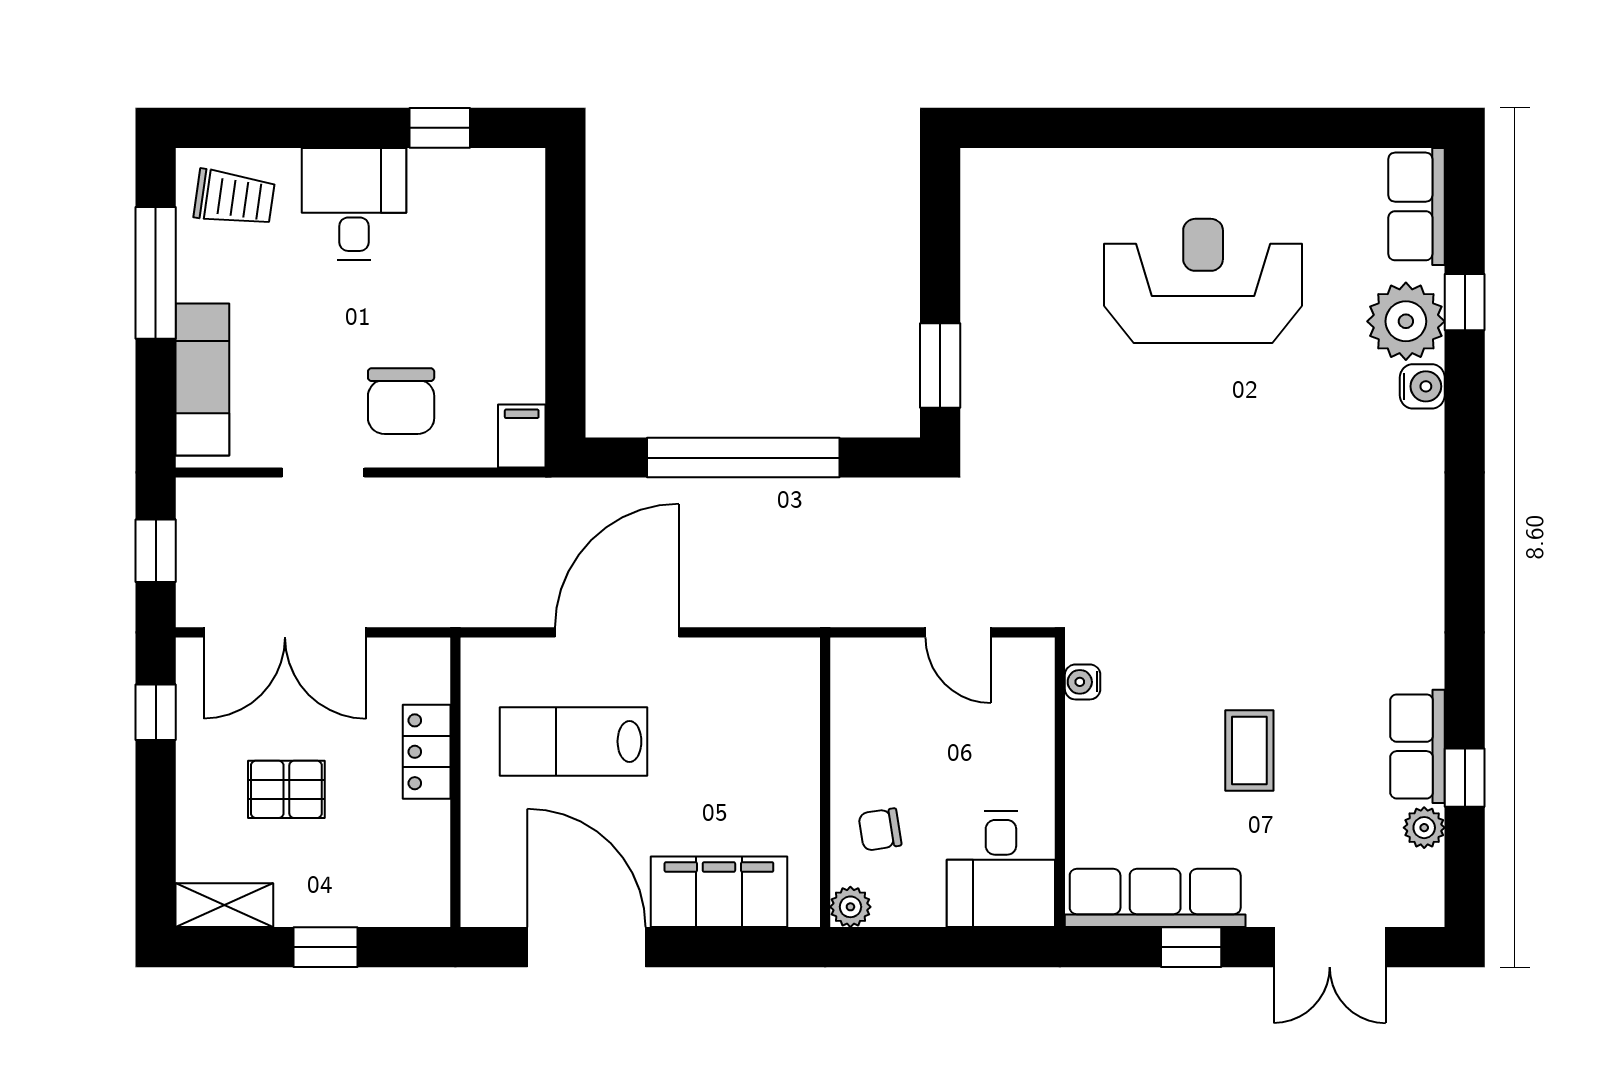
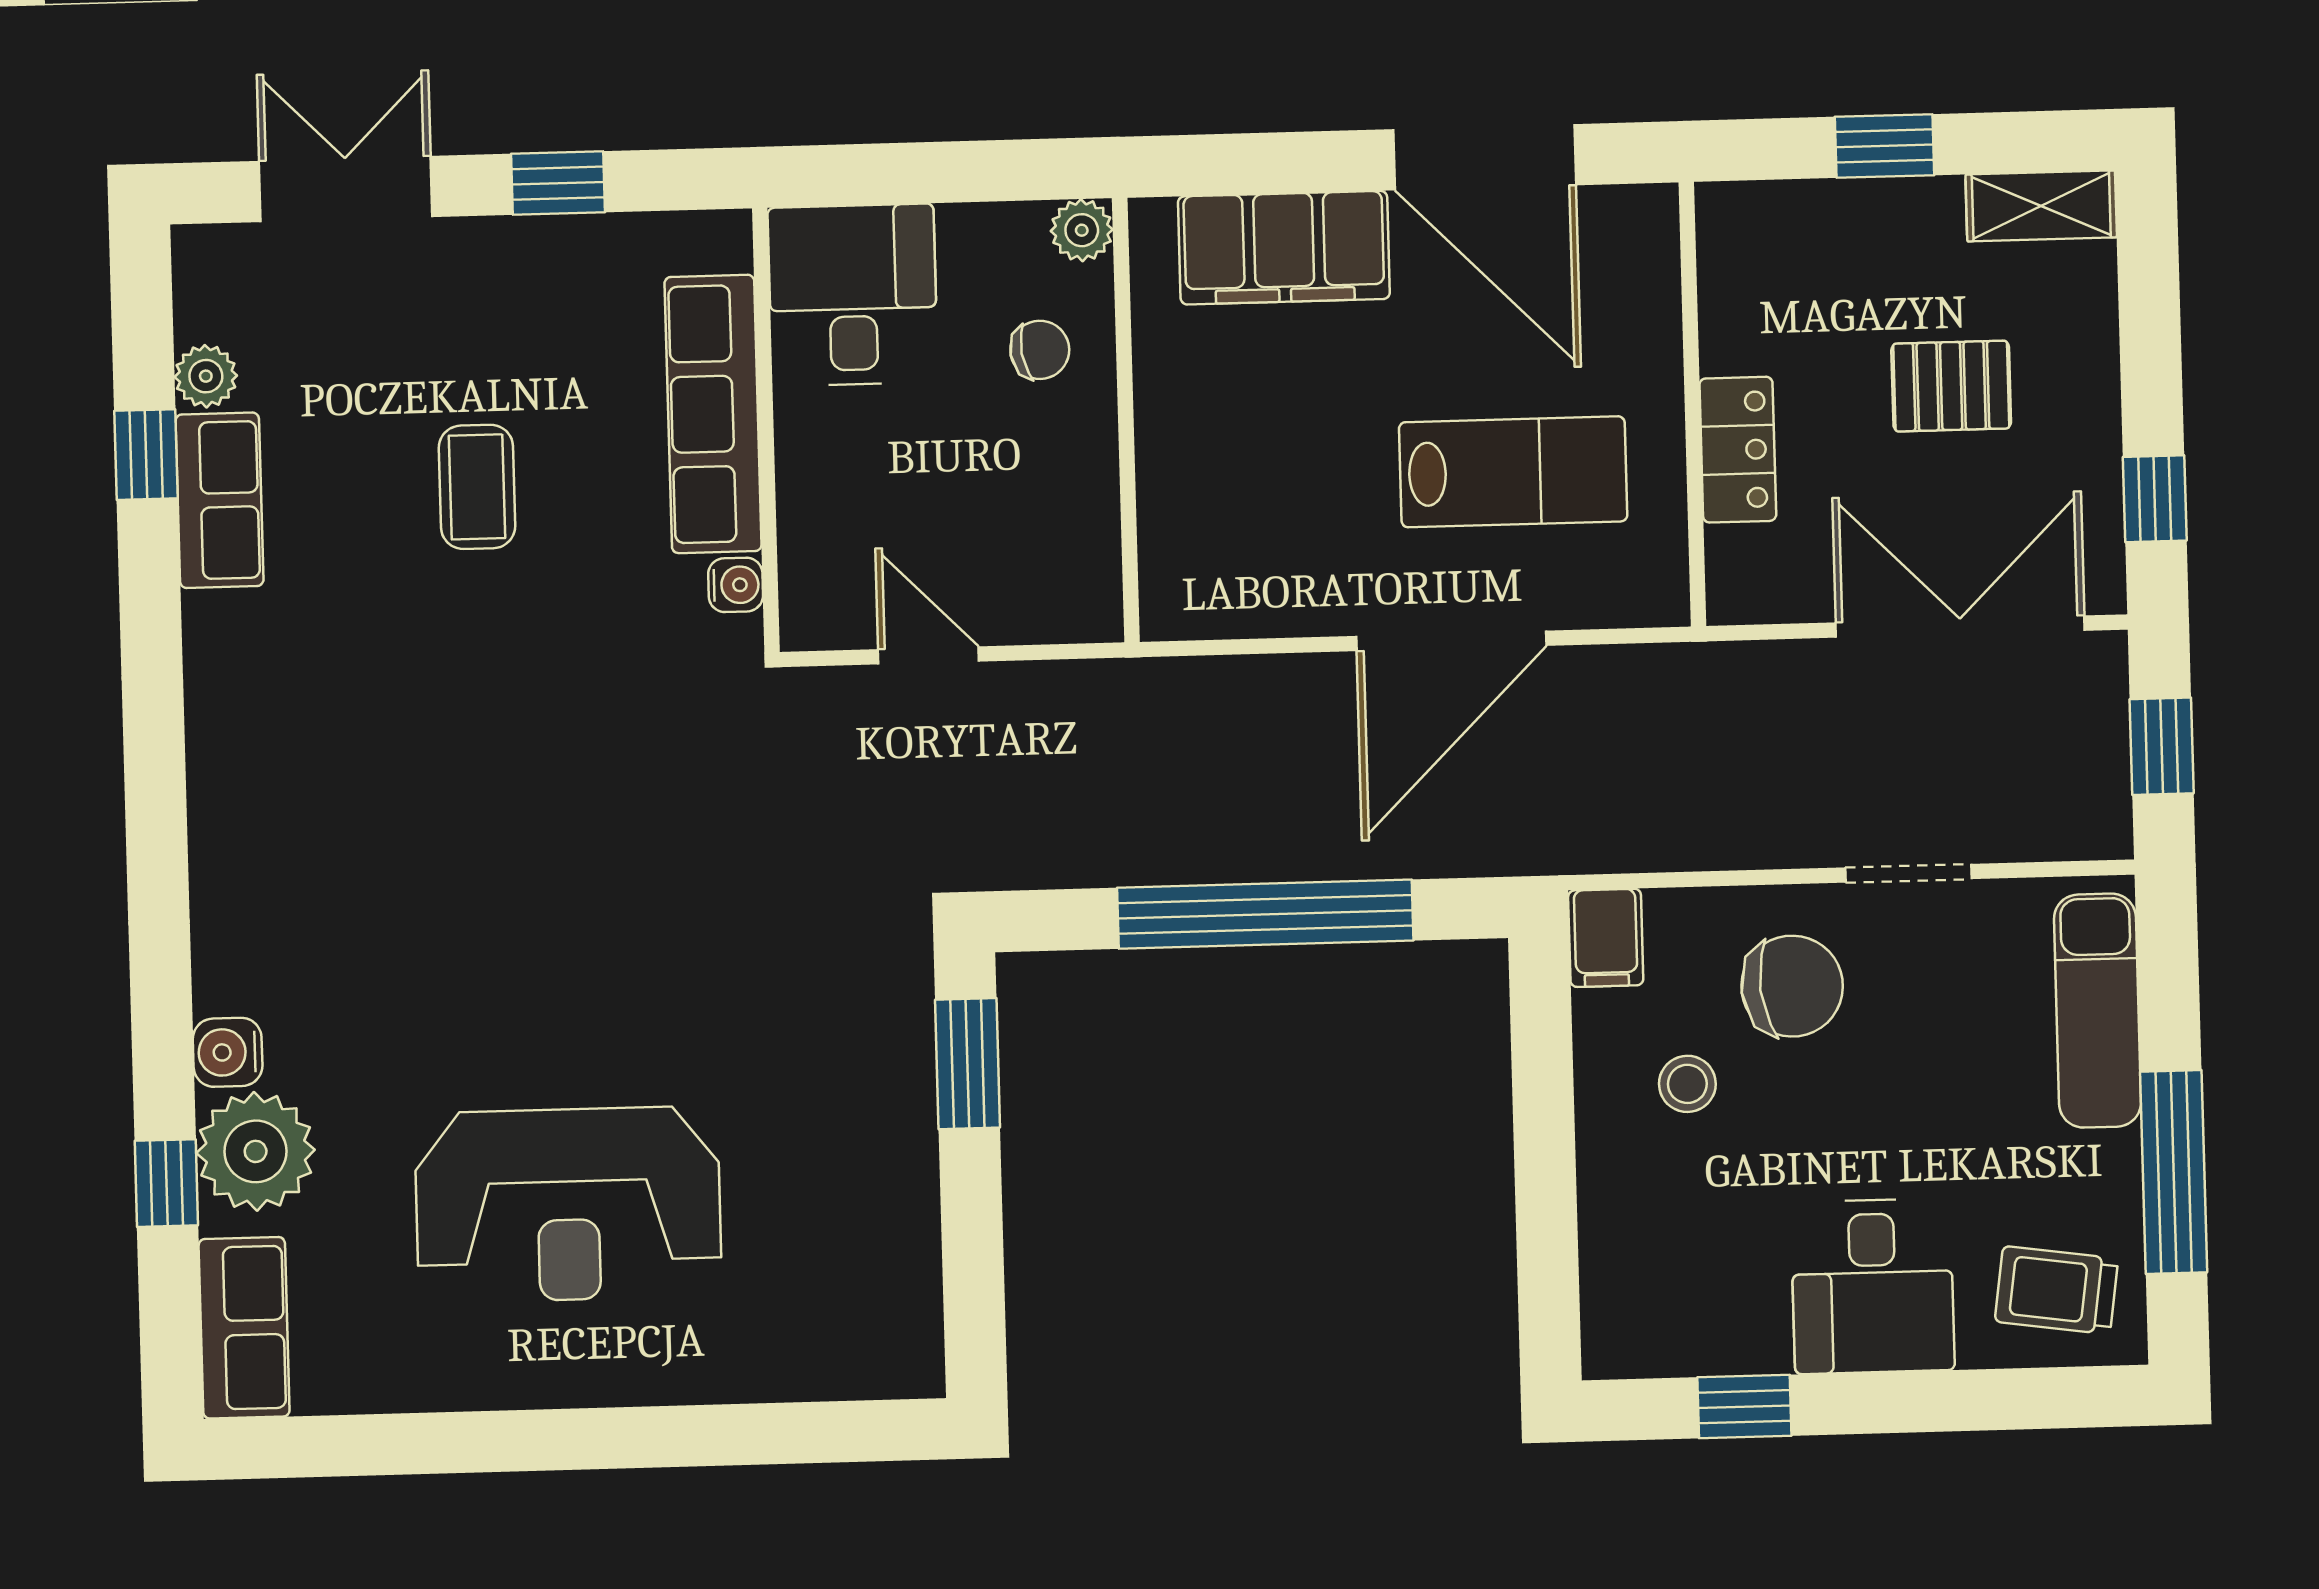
stool: (471, 339) -> (1687, 1084), added
chair: (401, 401) -> (1792, 986), turned 84
row of seats: (1155, 898) -> (713, 414), moved, turned 90

